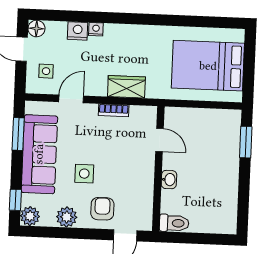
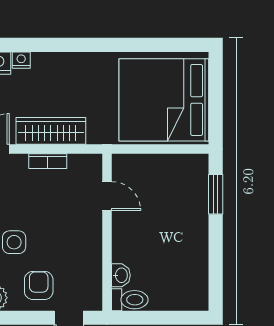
bed: (208, 66) -> (164, 100), width x1.36
wardrobe: (126, 87) -> (51, 131), width x1.50
washbasin: (169, 180) -> (121, 275), moved

